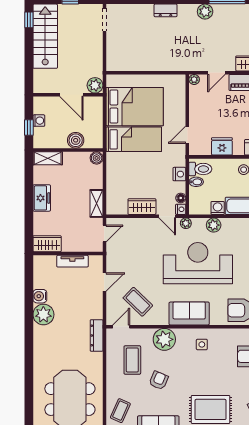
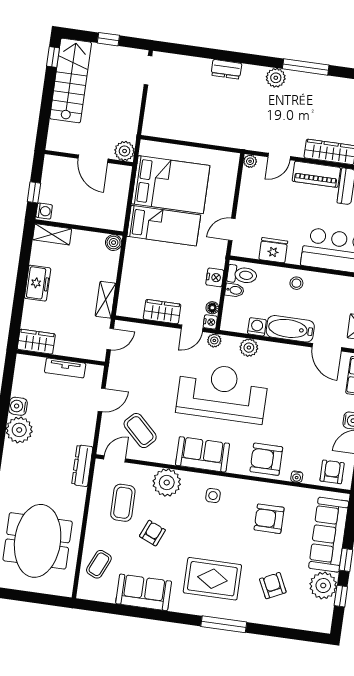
washing machine: (39, 121) -> (44, 211), moved
boiler: (76, 140) -> (90, 217), removed
door: (167, 216) -> (192, 328), hinge flipped

